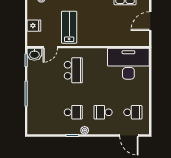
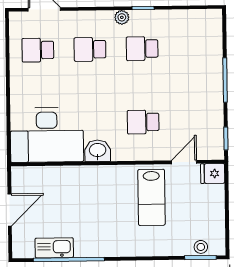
fridge: (34, 26) -> (213, 173), moved
washbasin: (34, 54) -> (98, 151), moved
school desk: (73, 70) -> (143, 122), width x0.54
school desk: (103, 112) -> (90, 49), turned 180

